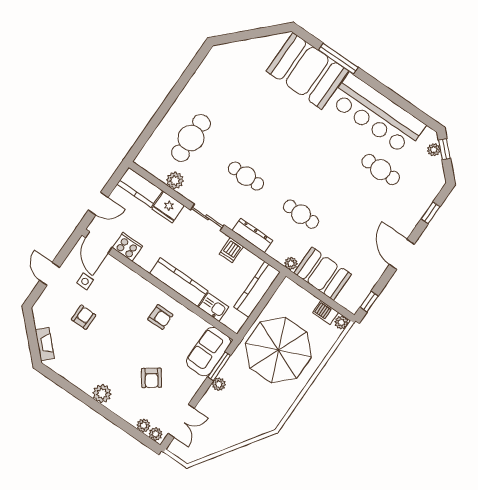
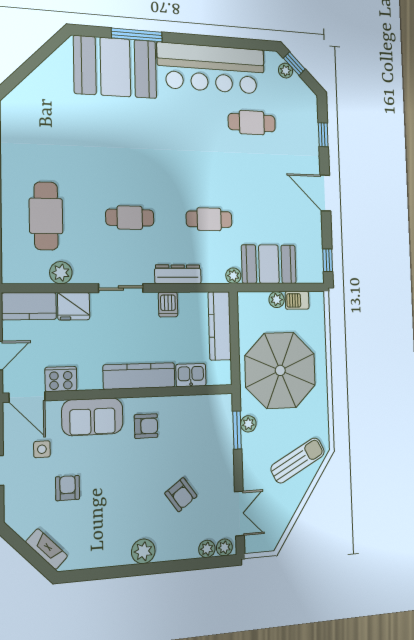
plant: (341, 323) -> (277, 300), moved
sofa: (208, 352) -> (92, 417), moved, turned -90
plant: (219, 384) -> (248, 424), moved
sun lounger: (247, 419) -> (298, 460), added

